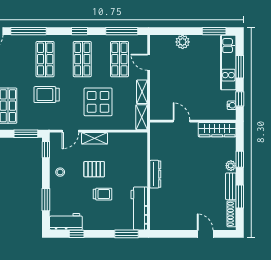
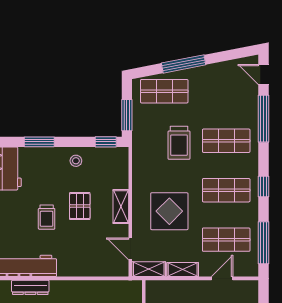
trolley: (47, 95) -> (179, 143), turned 180
door: (70, 131) -> (130, 249), moved
dresser: (155, 174) -> (30, 287), moved

